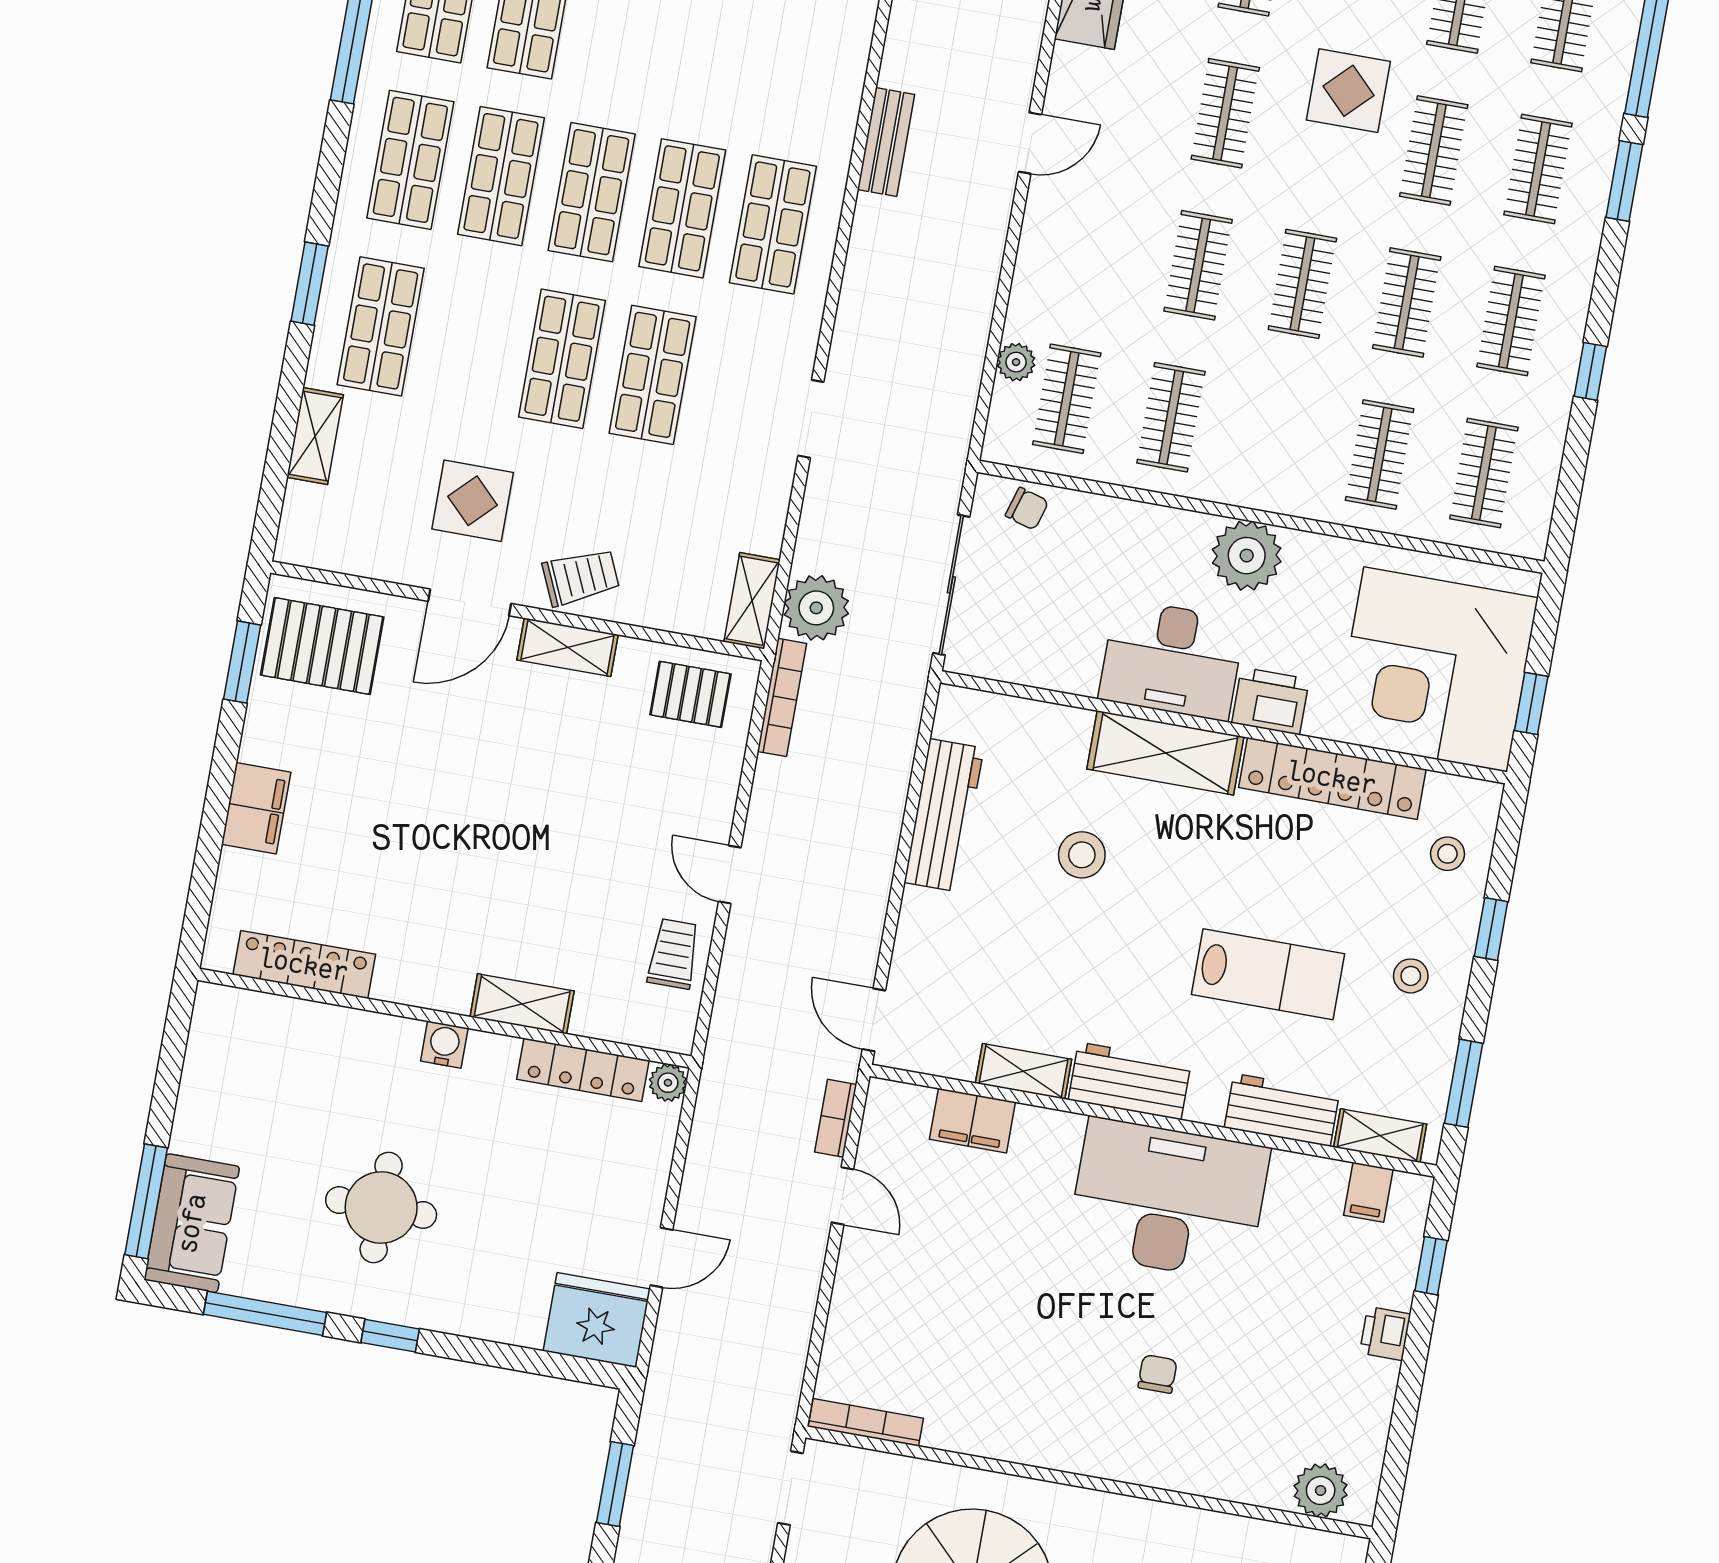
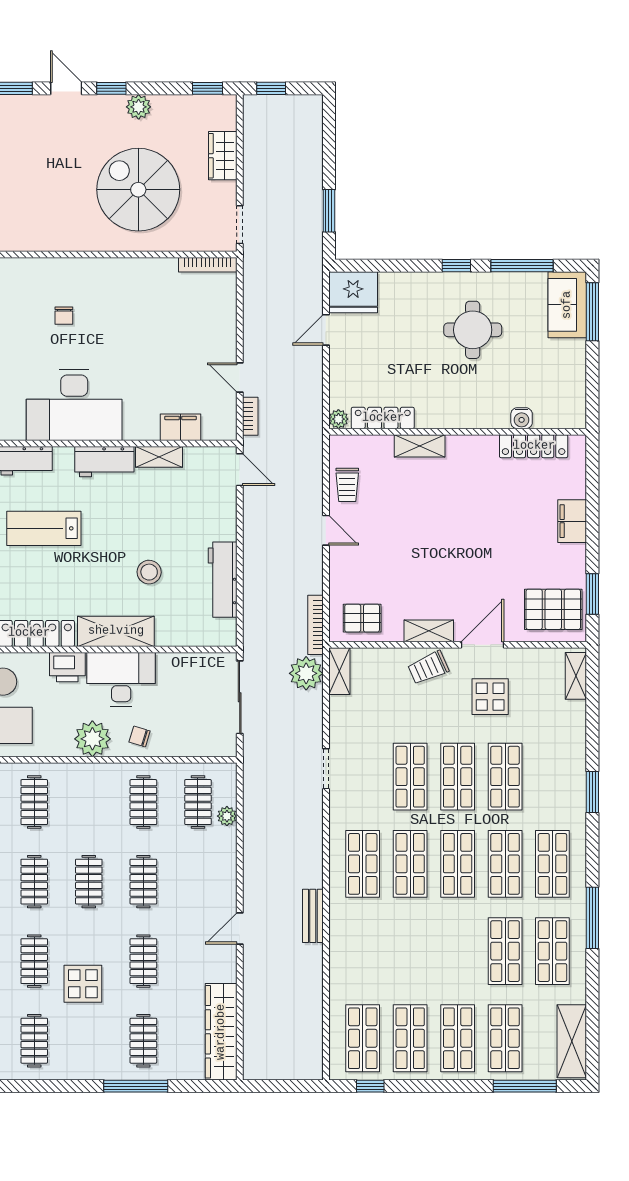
shop shelf: (381, 326) -> (505, 777), moved
shelving: (315, 436) -> (576, 676), moved
chair: (1027, 509) -> (140, 737), moved
water cooler: (444, 1045) -> (522, 418), moved

